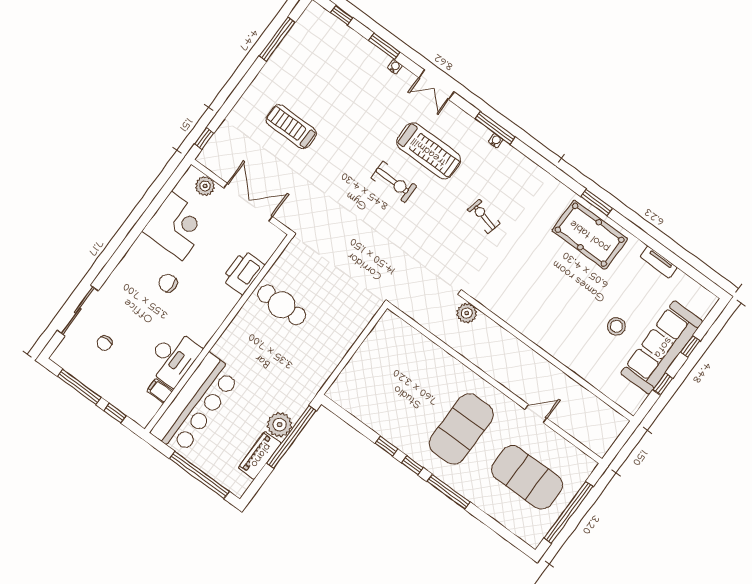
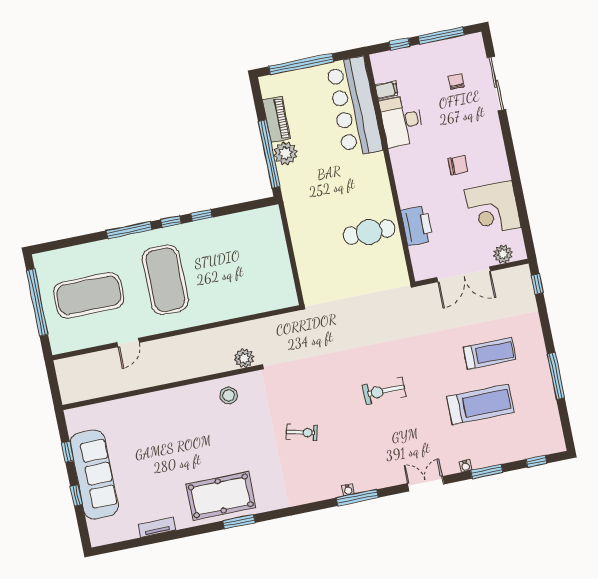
window: (277, 39) -> (556, 376), moved
treadmill: (429, 151) -> (480, 404), moved, turned 180
stool: (616, 326) -> (229, 395), moved

